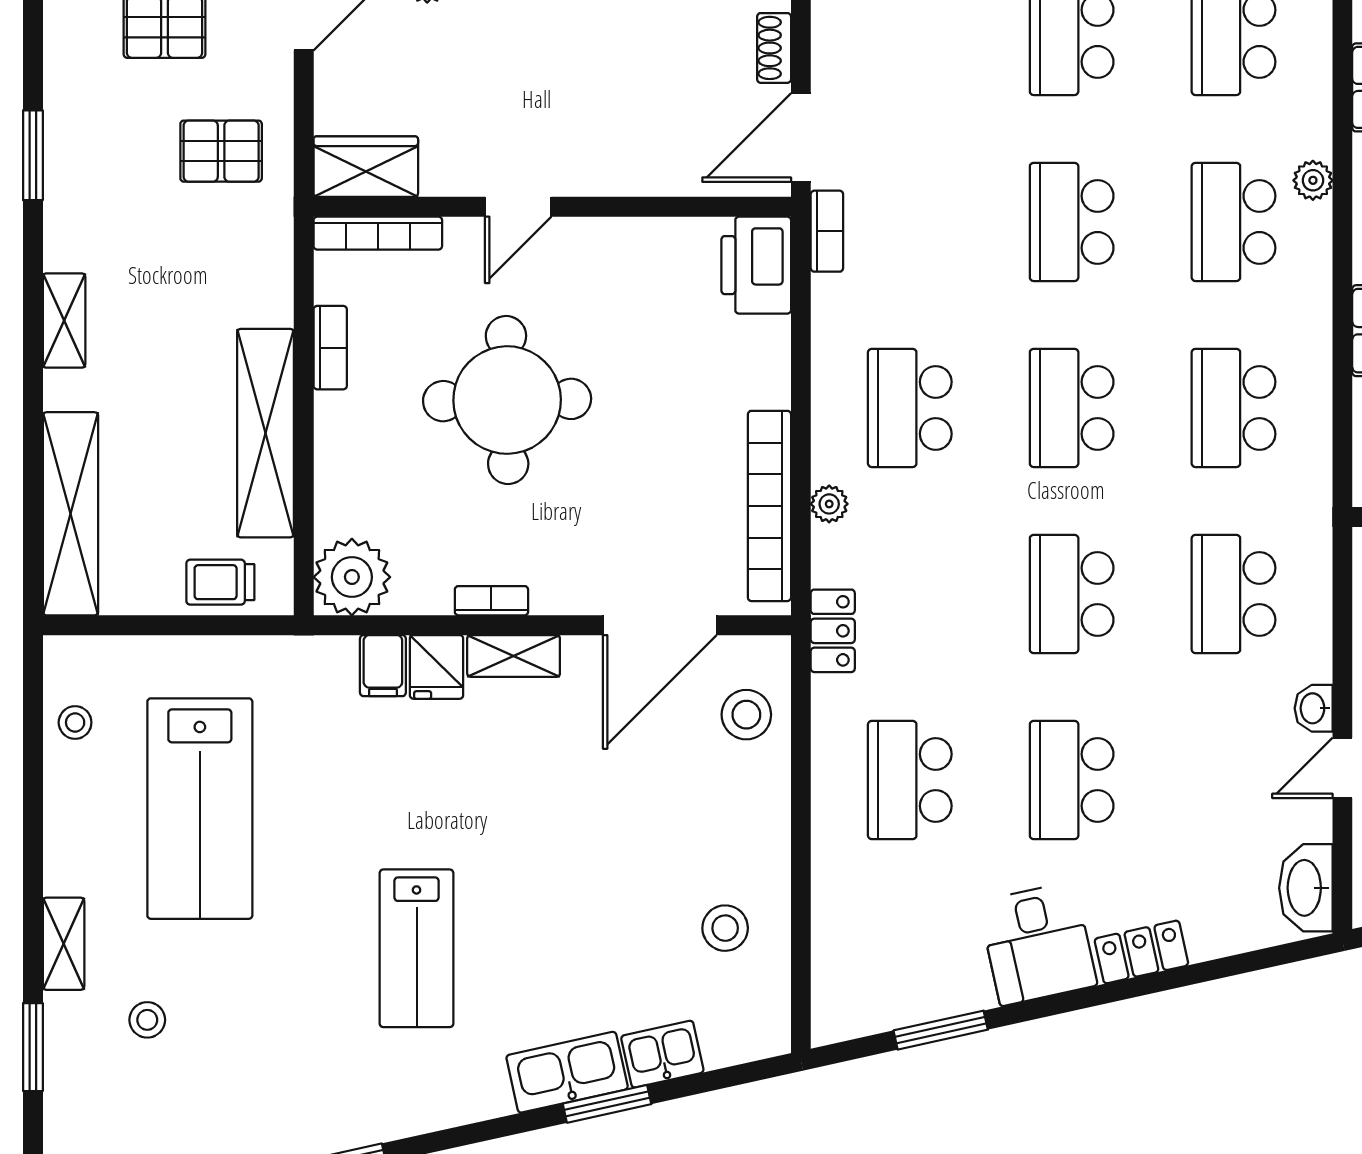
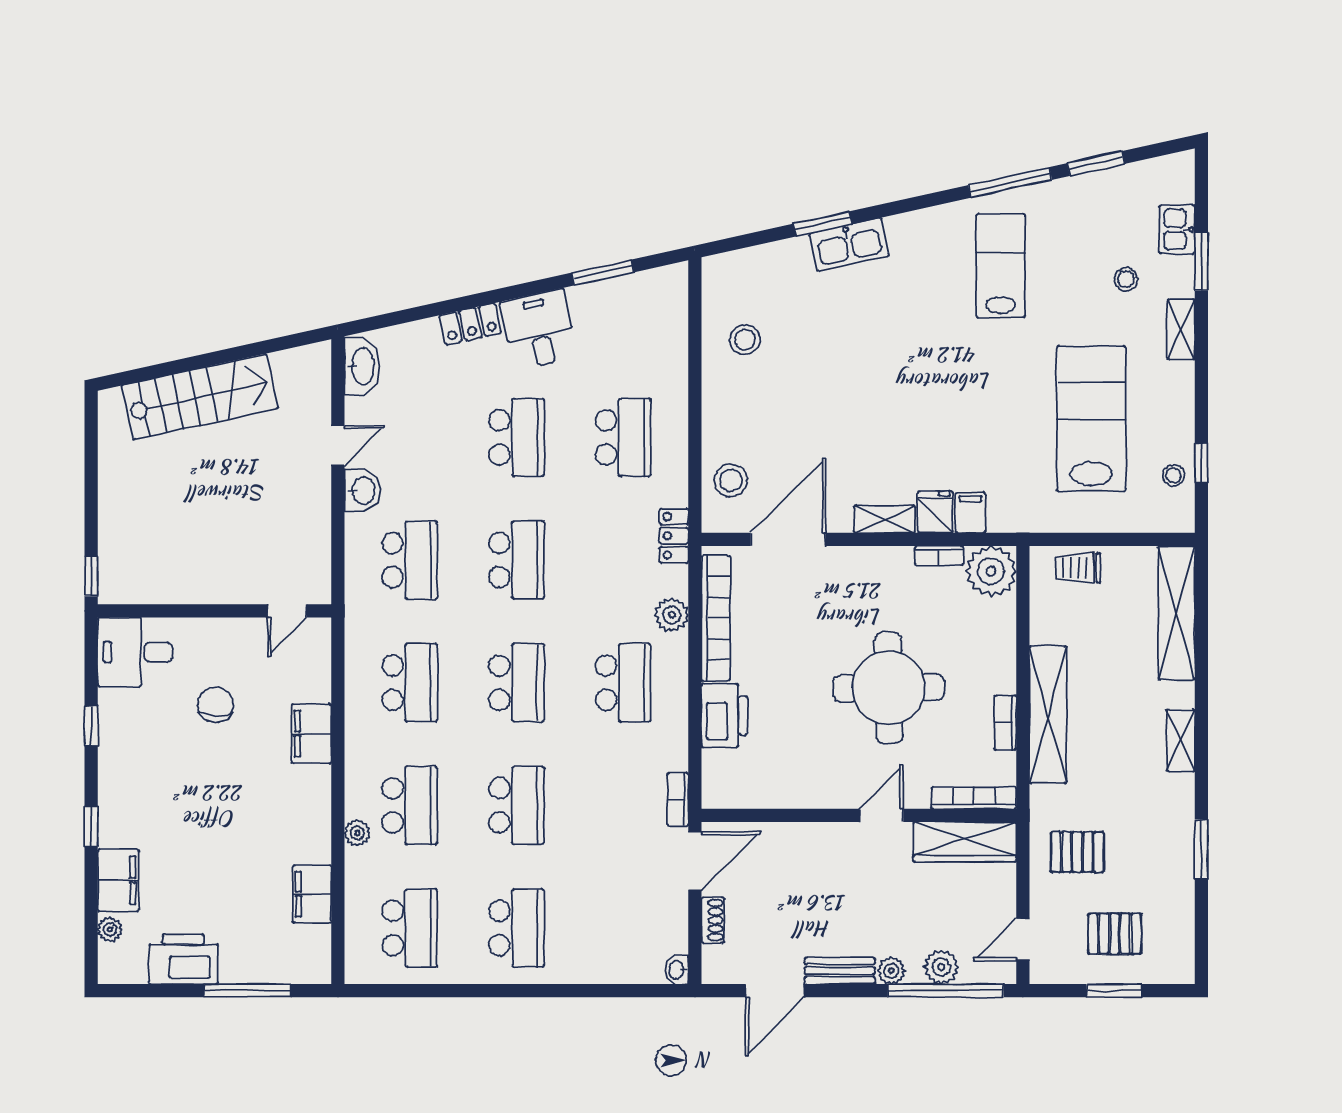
wardrobe: (366, 167) -> (965, 842), width x1.50
printer: (756, 265) -> (724, 715), moved
shelving: (265, 433) -> (1048, 715), moved
plant: (829, 504) -> (672, 615), width x1.38, depth x1.38
trolley: (220, 582) -> (1078, 568), turned 180
bookcase: (491, 601) -> (939, 556), moved
washbasin: (1314, 708) -> (362, 491), width x1.38, depth x1.45
window: (33, 741) -> (1201, 463), added
lab bench: (417, 948) -> (1001, 266), moved
kitchen sink: (662, 1054) -> (1177, 229), moved, turned 102

